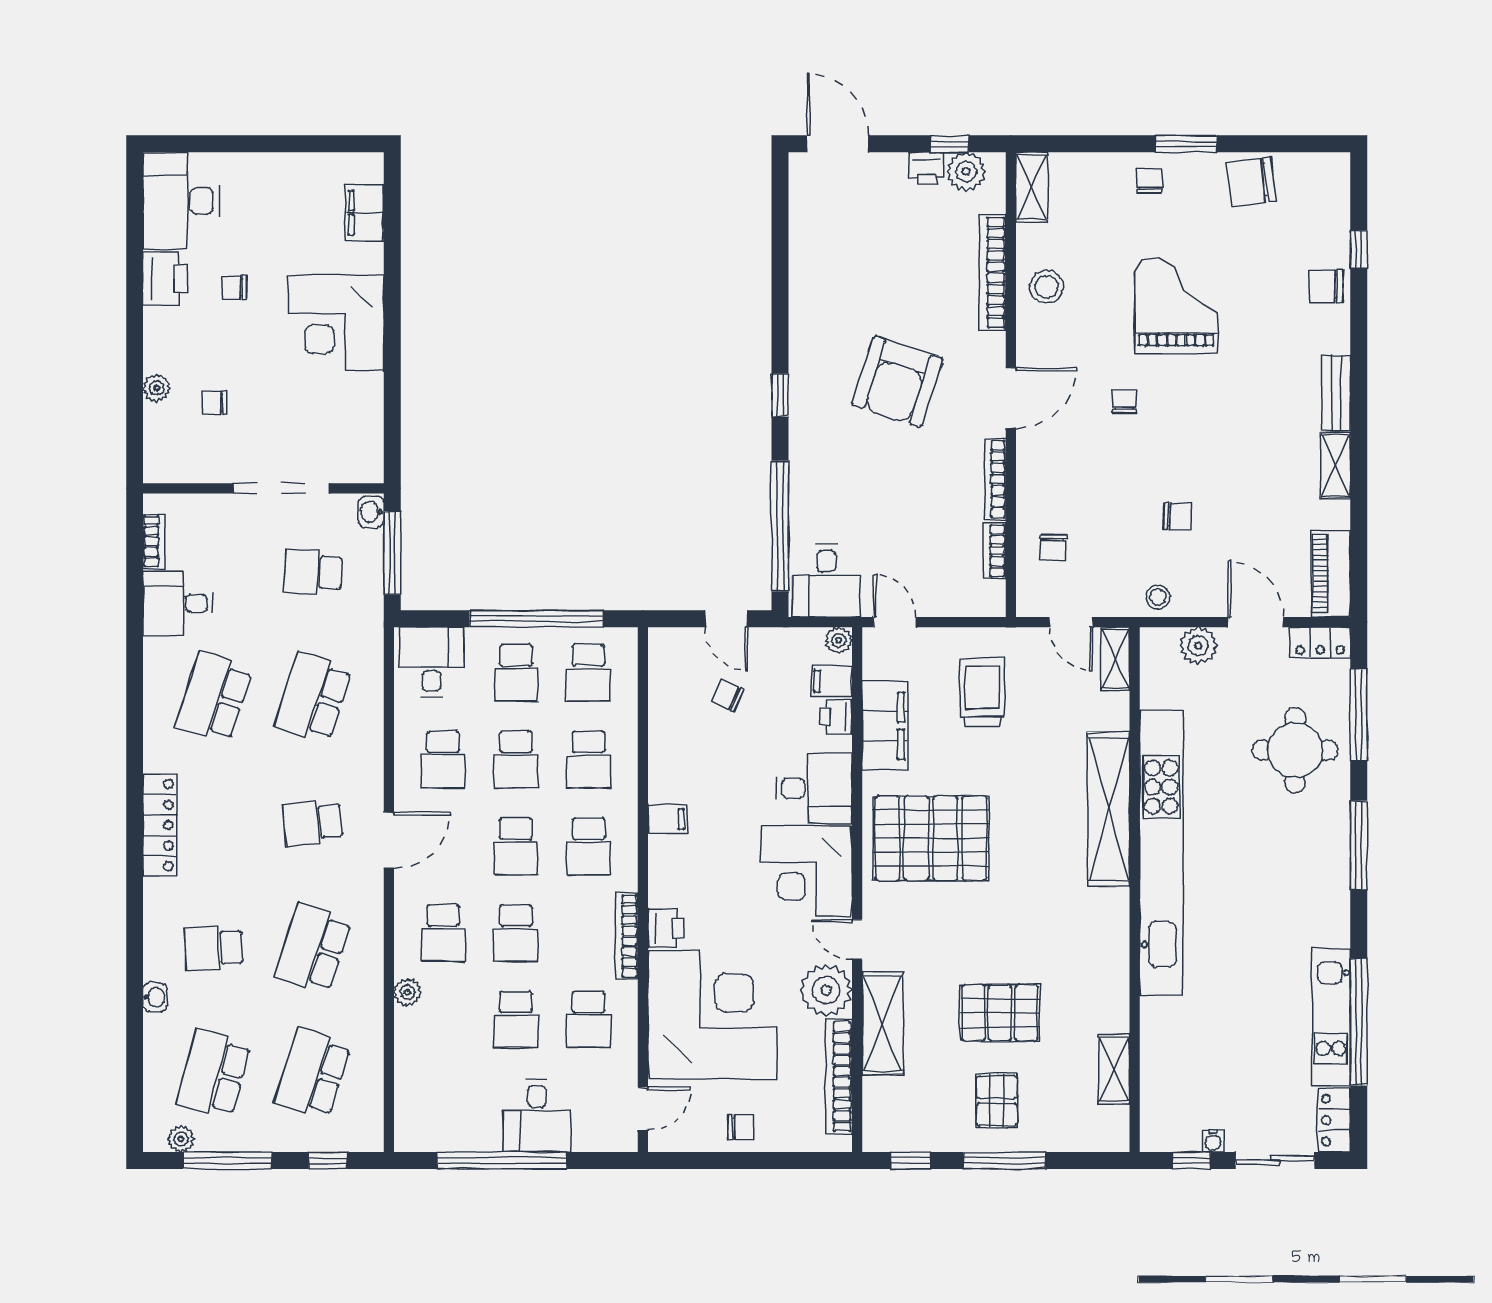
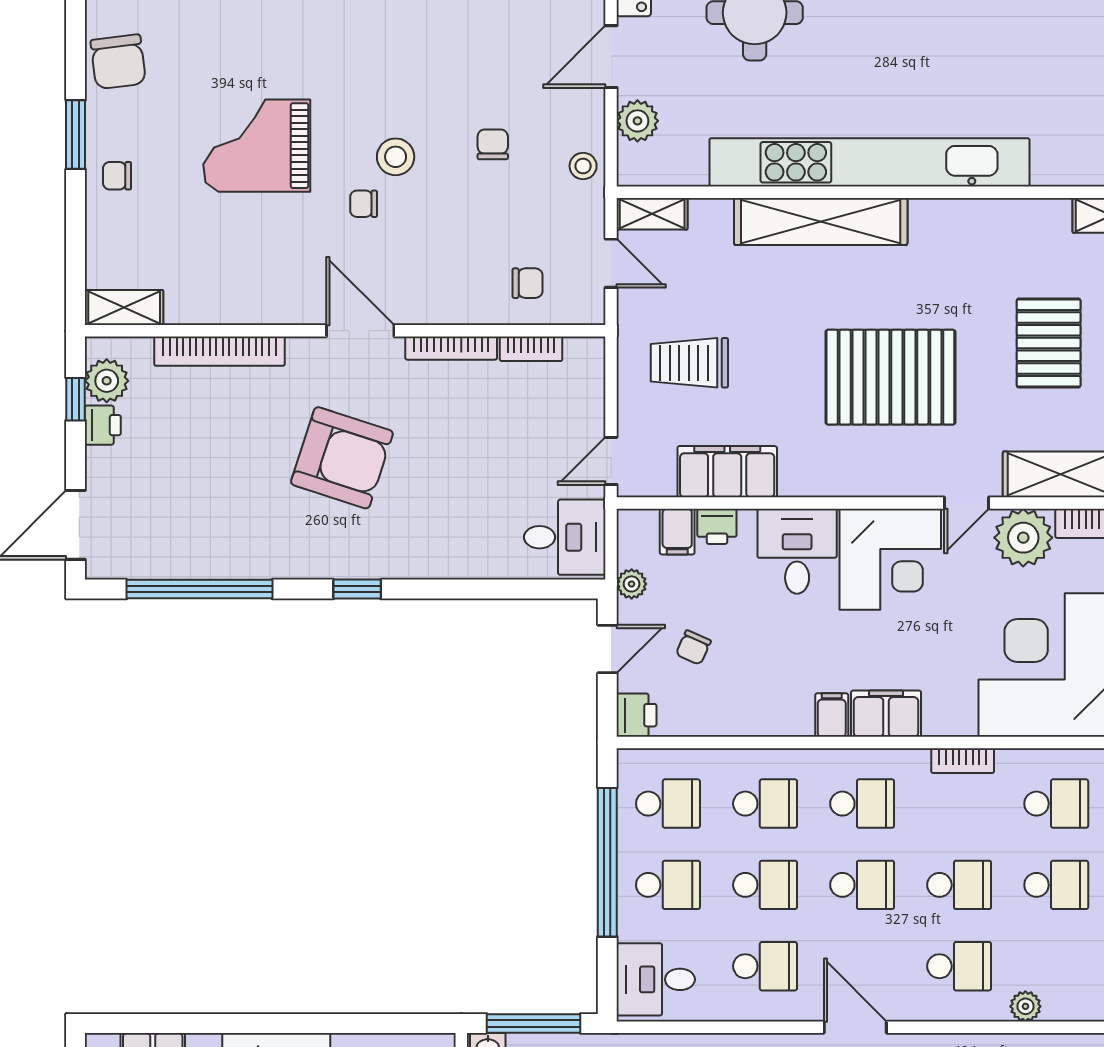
stool: (1046, 287) -> (396, 157), moved
window: (780, 526) -> (199, 589), moved
door: (1071, 622) -> (611, 263), hinge flipped
plant: (839, 640) -> (632, 584), moved
pallet: (931, 838) -> (890, 377), moved, turned 90
filing cabinet: (669, 868) -> (886, 714), added
printer: (666, 928) -> (637, 715), moved, turned 90
bookcase: (627, 936) -> (963, 761), width x0.64

